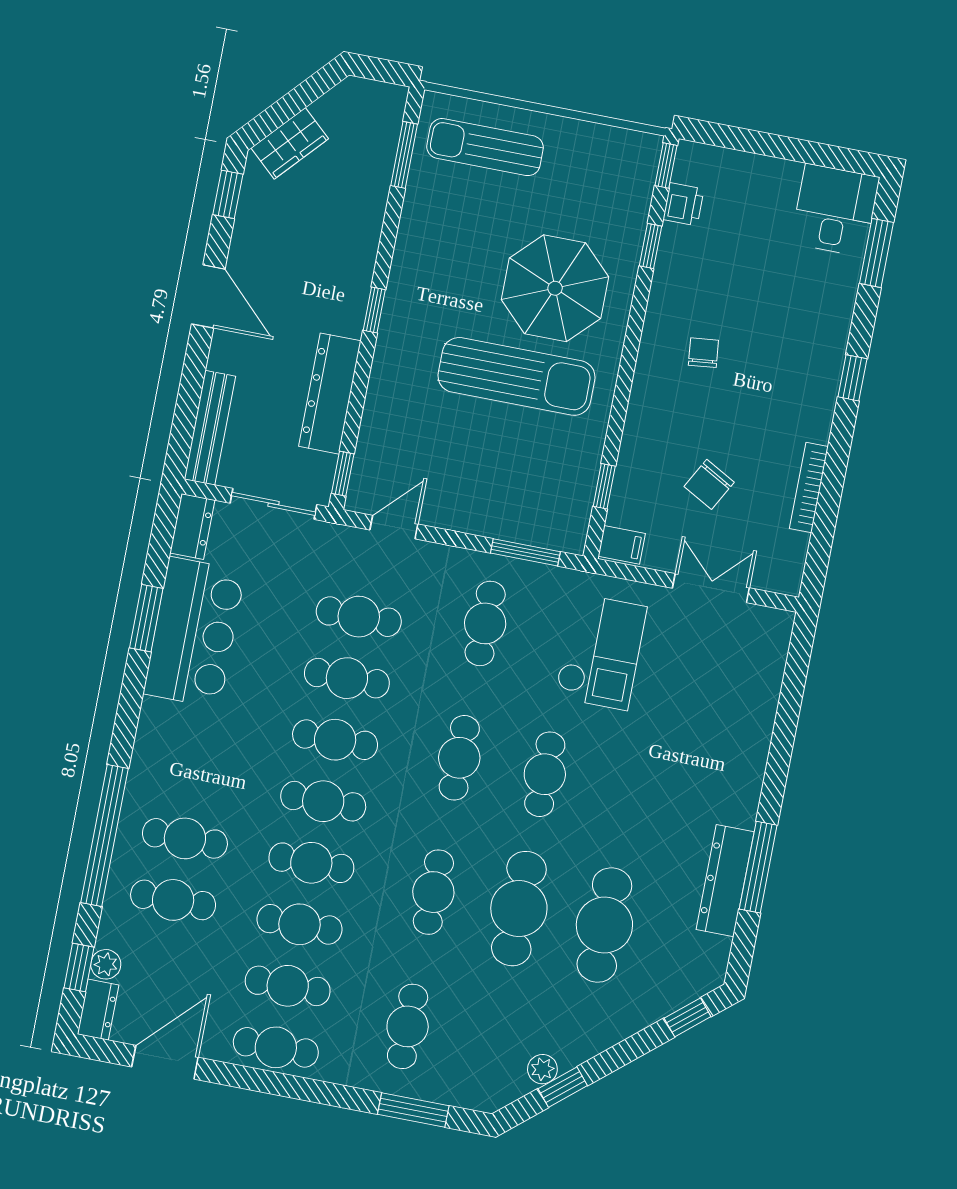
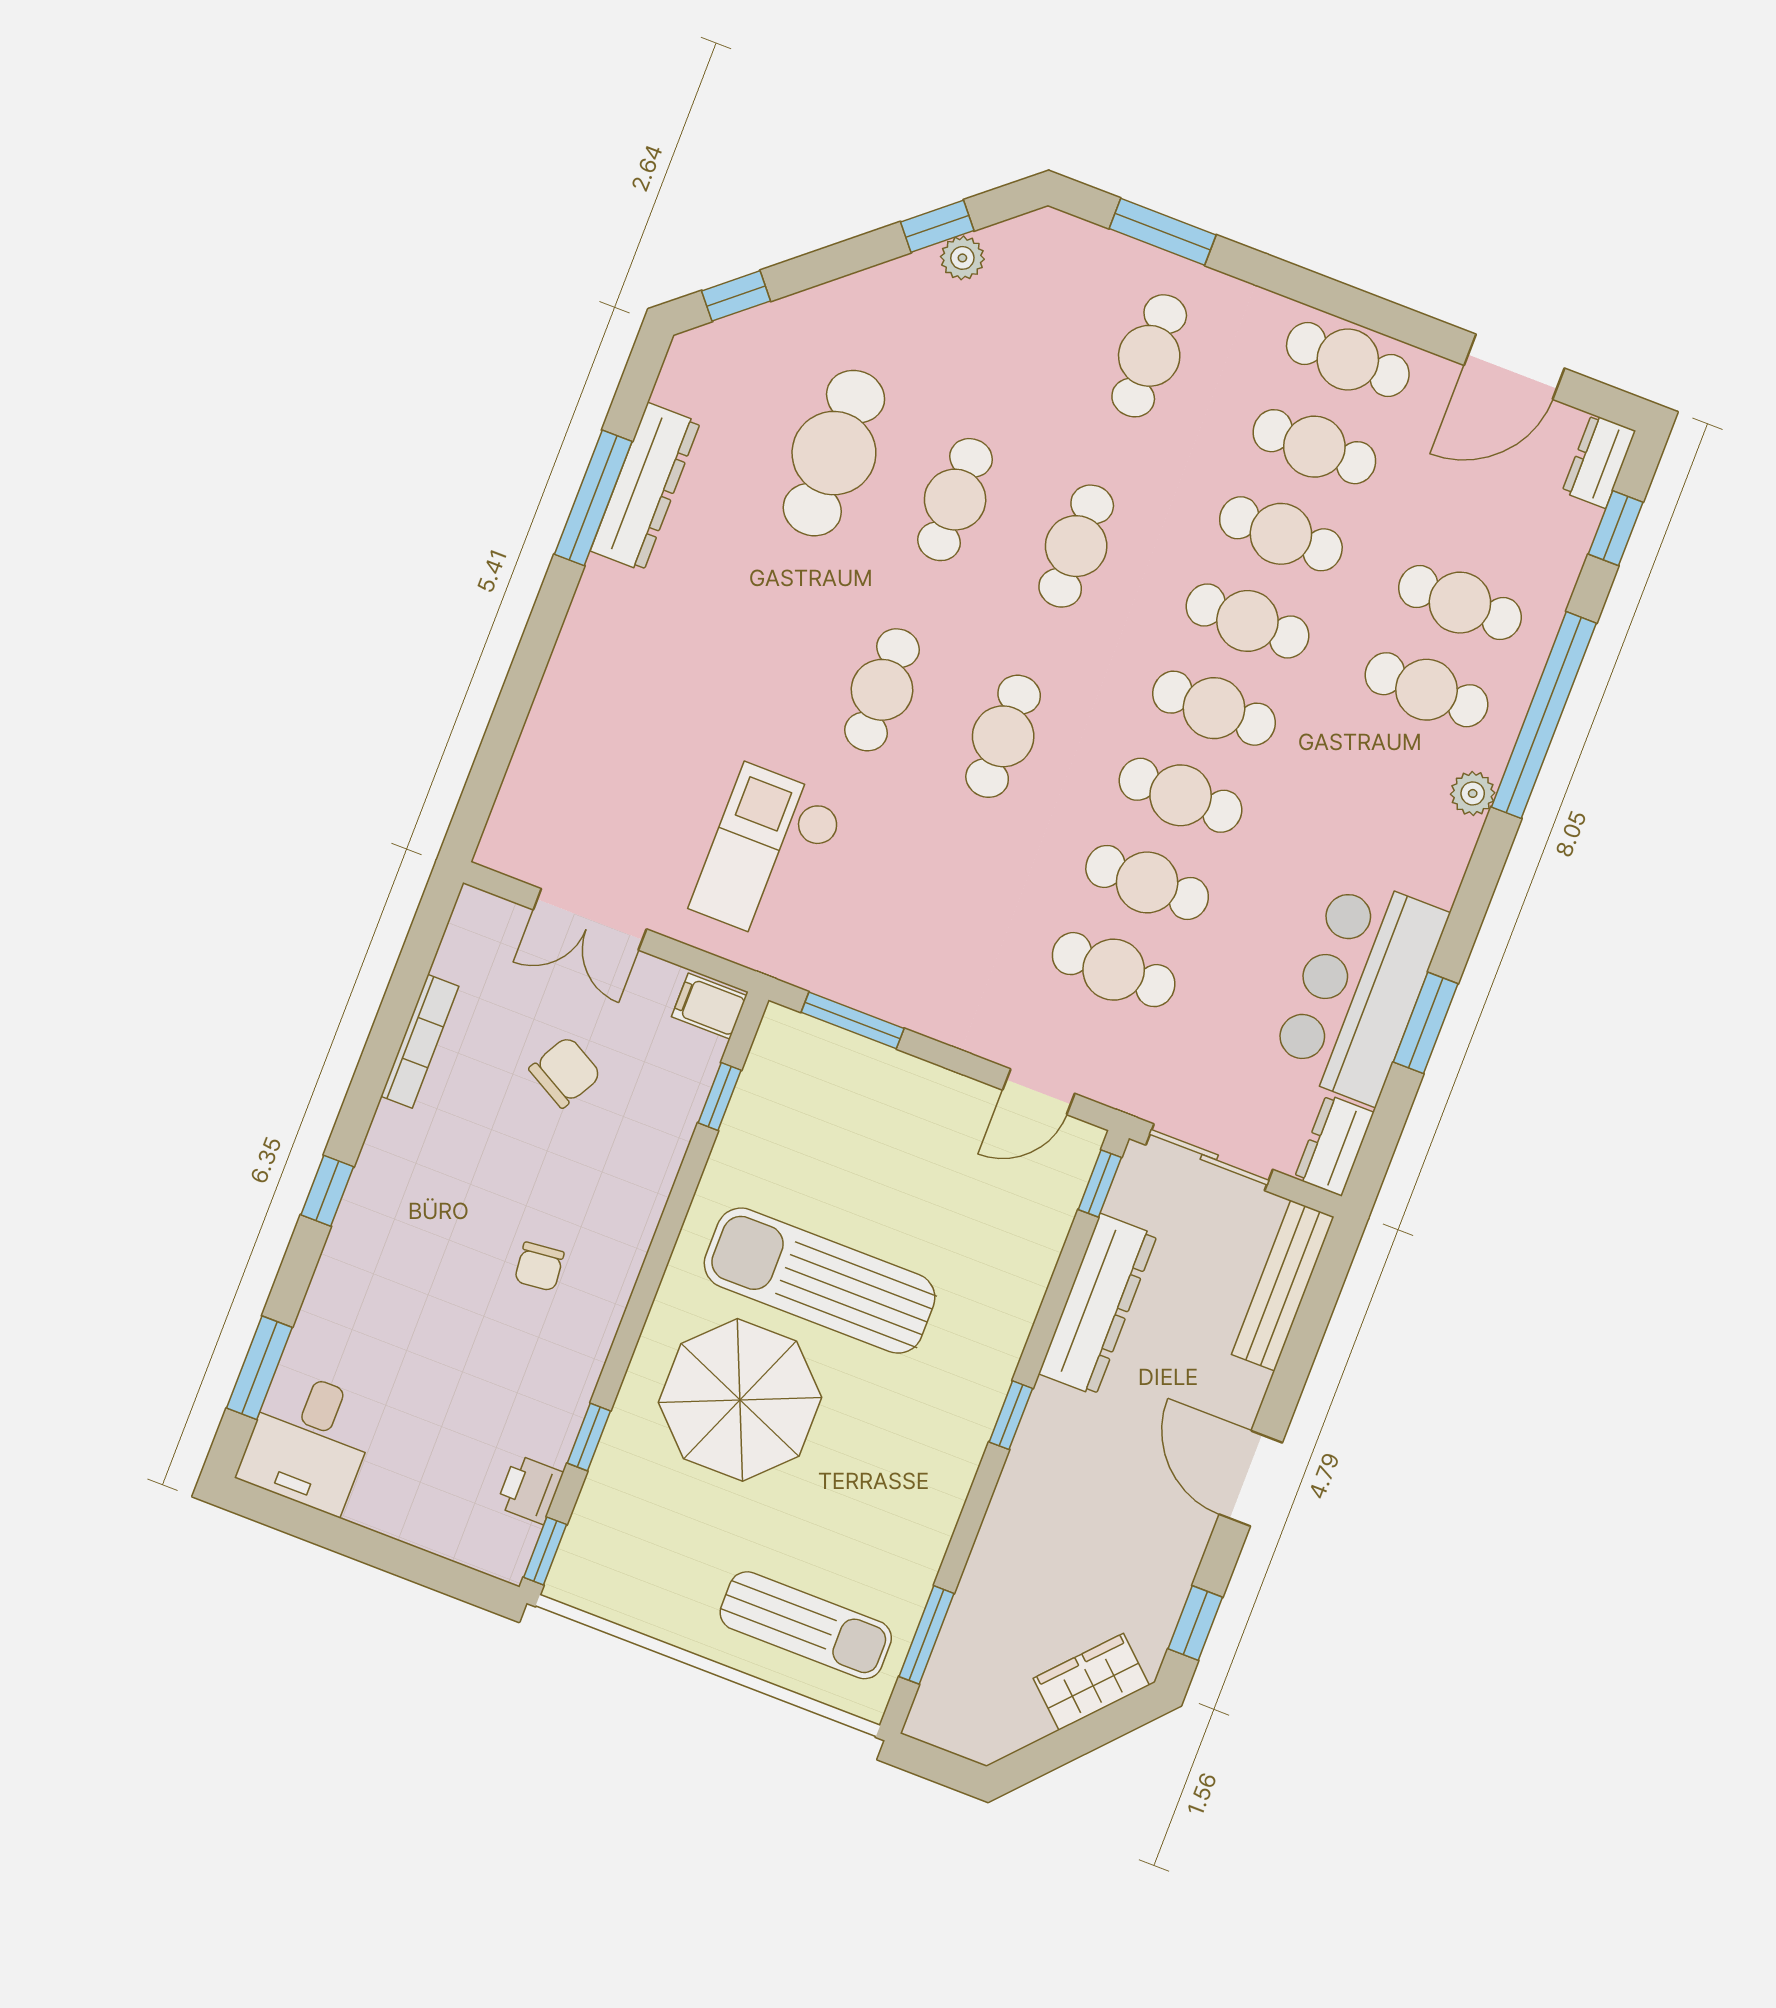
cafe table: (485, 623) -> (930, 927), removed
cafe table: (519, 909) -> (955, 500), width x0.73, depth x0.74
plant: (106, 964) -> (1473, 793), moved

